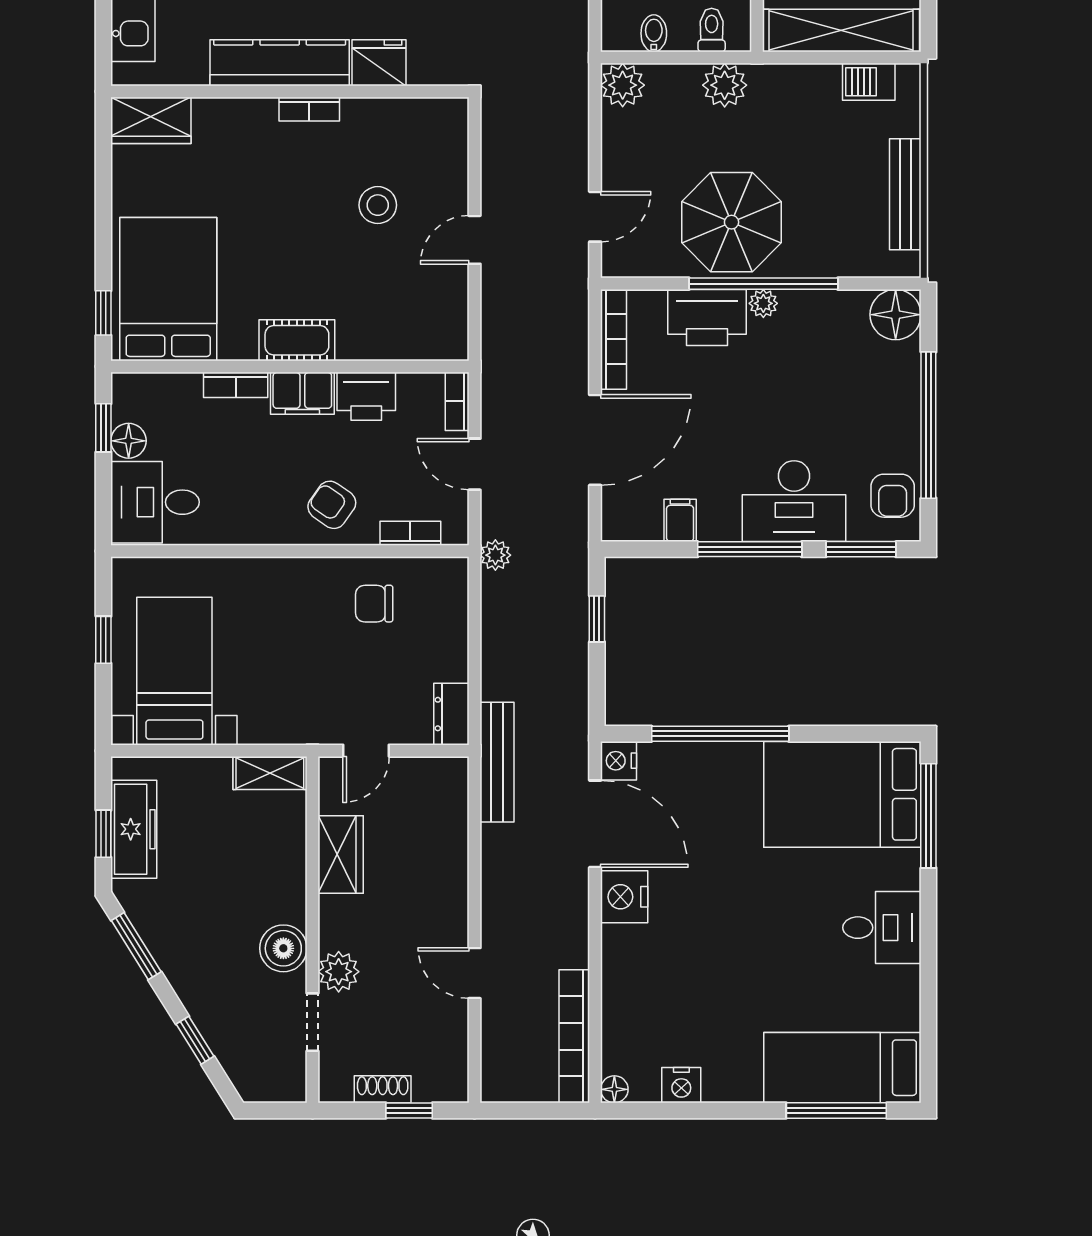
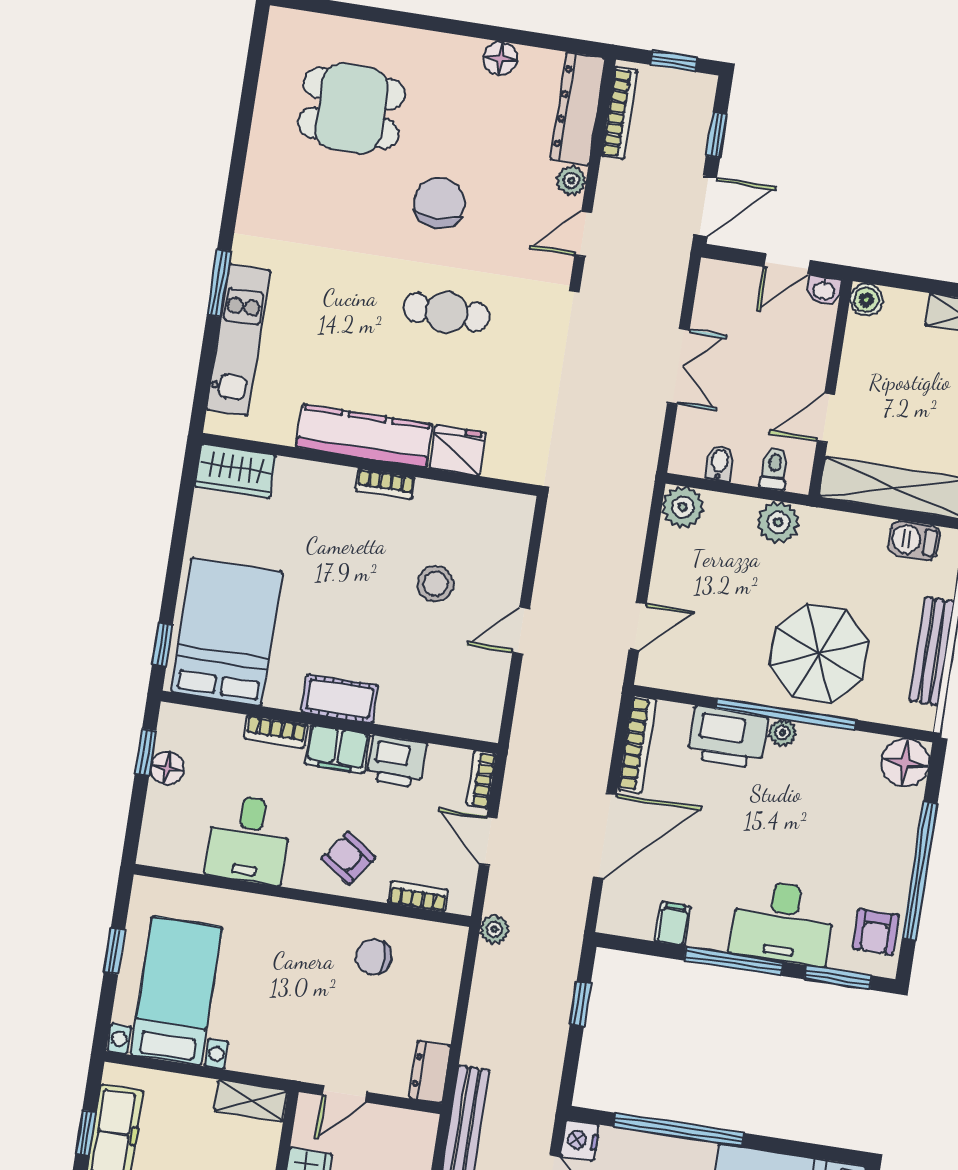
parasol: (732, 222) -> (819, 654), moved
desk: (155, 502) -> (249, 839), moved, turned -90

